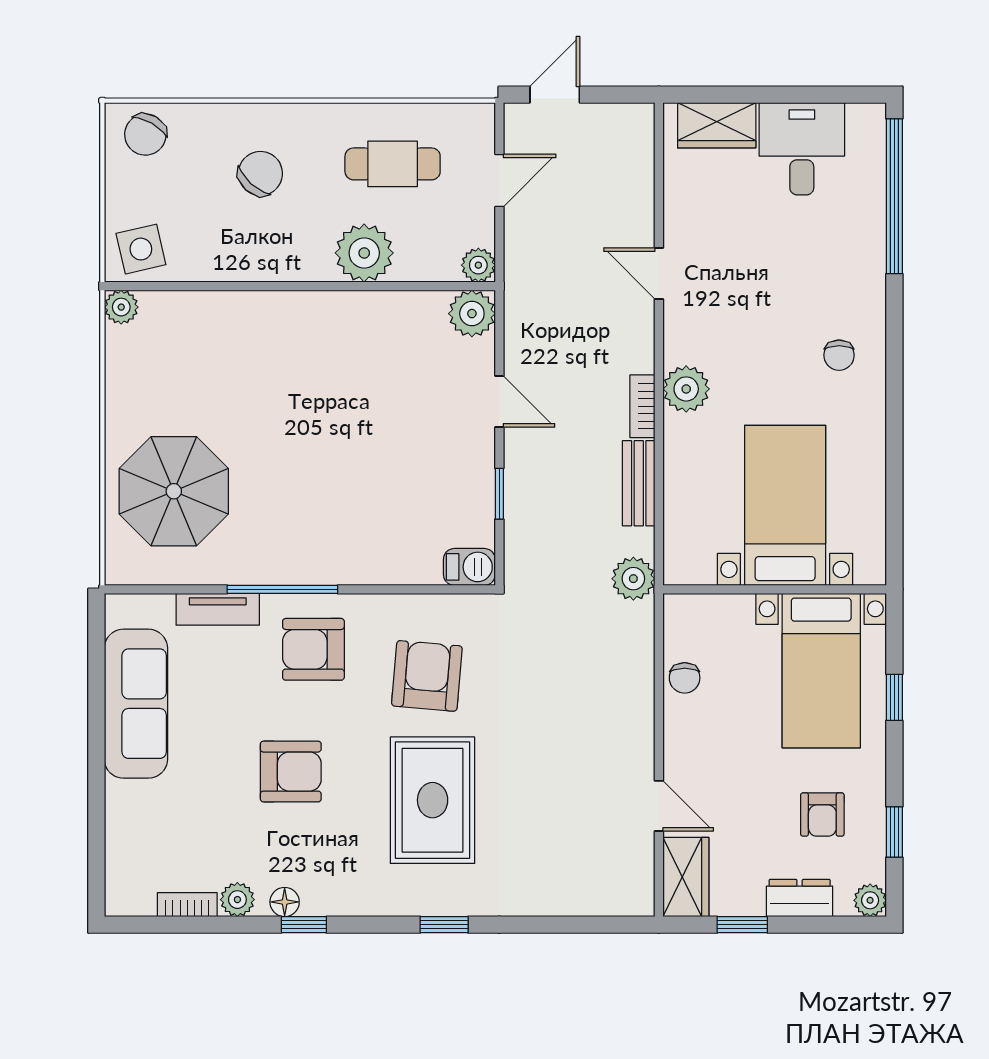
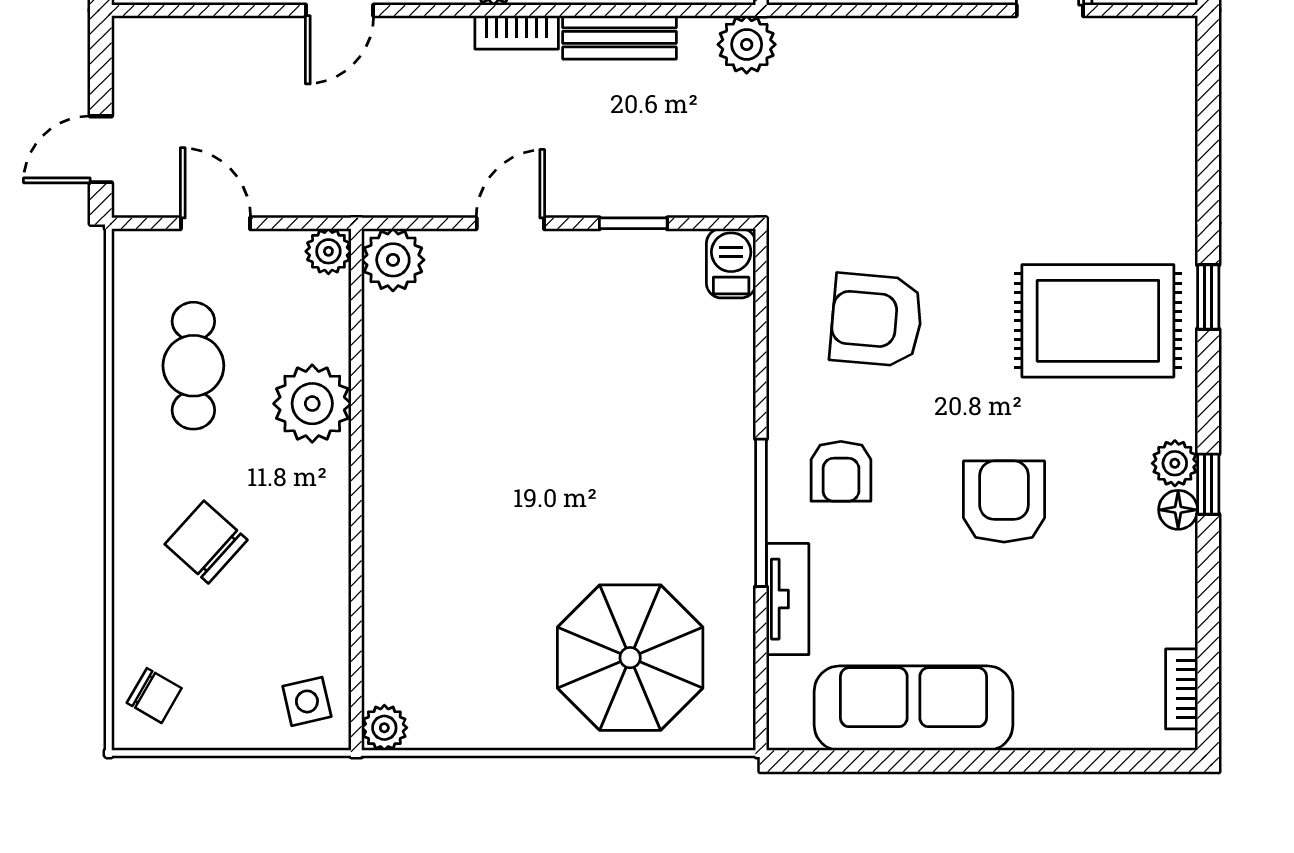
door: (555, 95) -> (101, 149), hinge flipped
chair: (145, 135) -> (154, 696), width x0.73, depth x0.73
side table: (141, 249) -> (307, 701), width x0.73, depth x0.73
armchair: (313, 649) -> (841, 471), width x0.72, depth x0.72
rug: (433, 800) -> (1098, 321), moved
plant: (237, 900) -> (1175, 463), moved
bookcase: (187, 905) -> (1182, 689), moved

